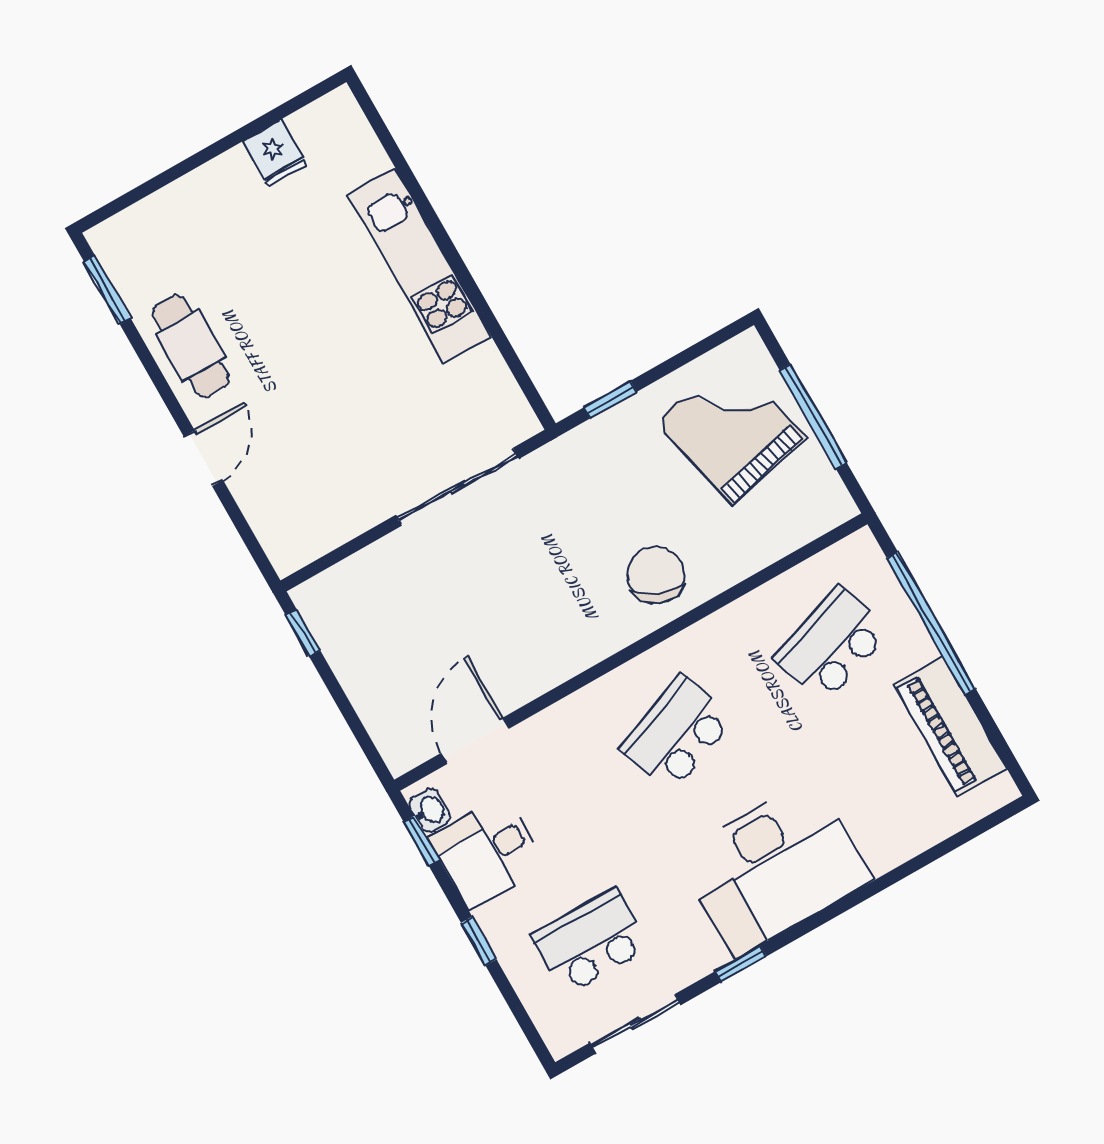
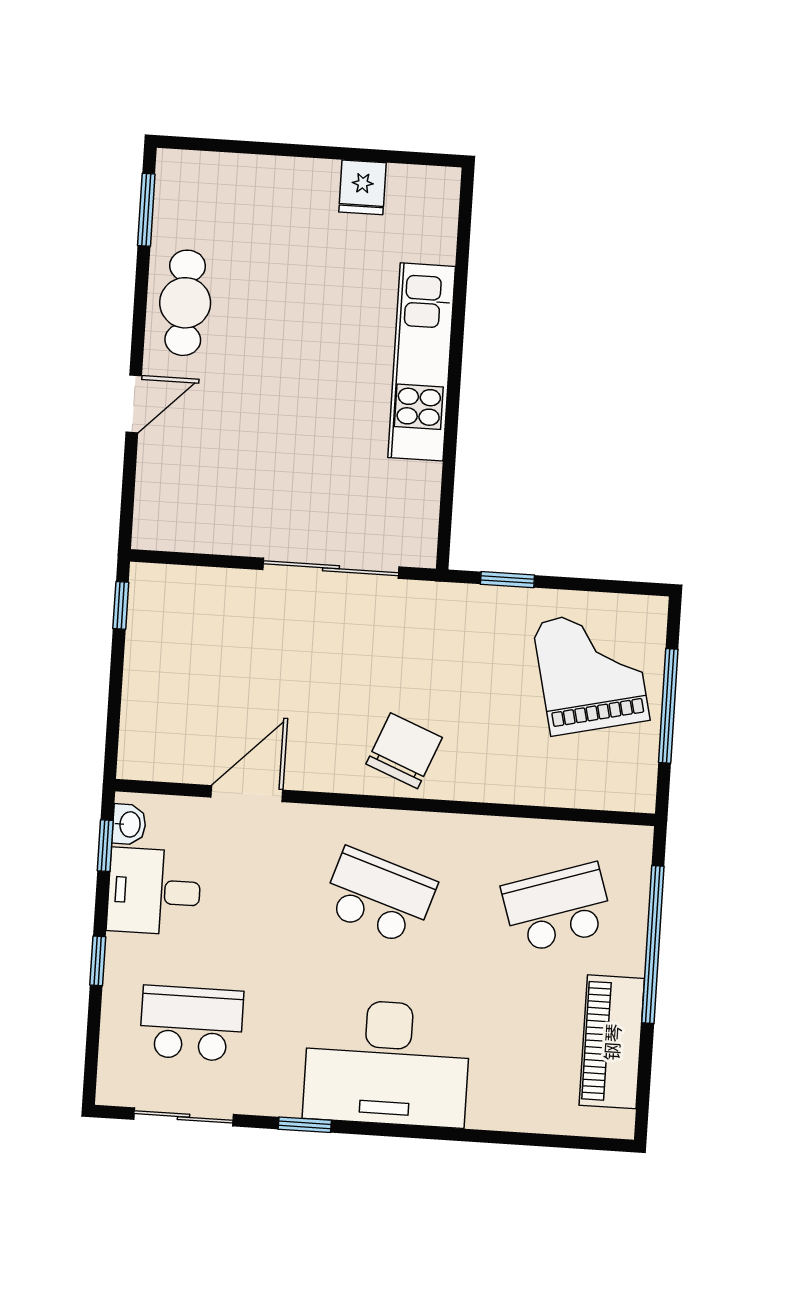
chair: (656, 575) -> (404, 751), moved
school desk: (677, 733) -> (379, 896), turned 39
door: (475, 741) -> (247, 794), moved

